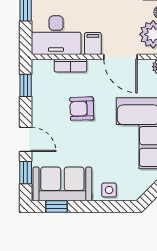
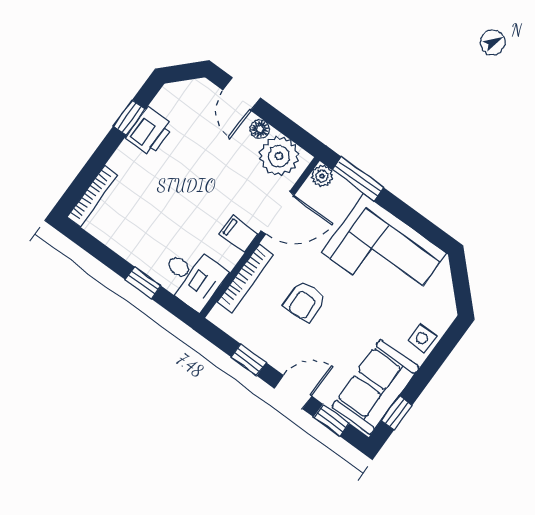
desk: (56, 35) -> (193, 277), width x0.73
bookcase: (70, 66) -> (246, 278), width x1.56
window: (26, 85) -> (249, 360), moved

